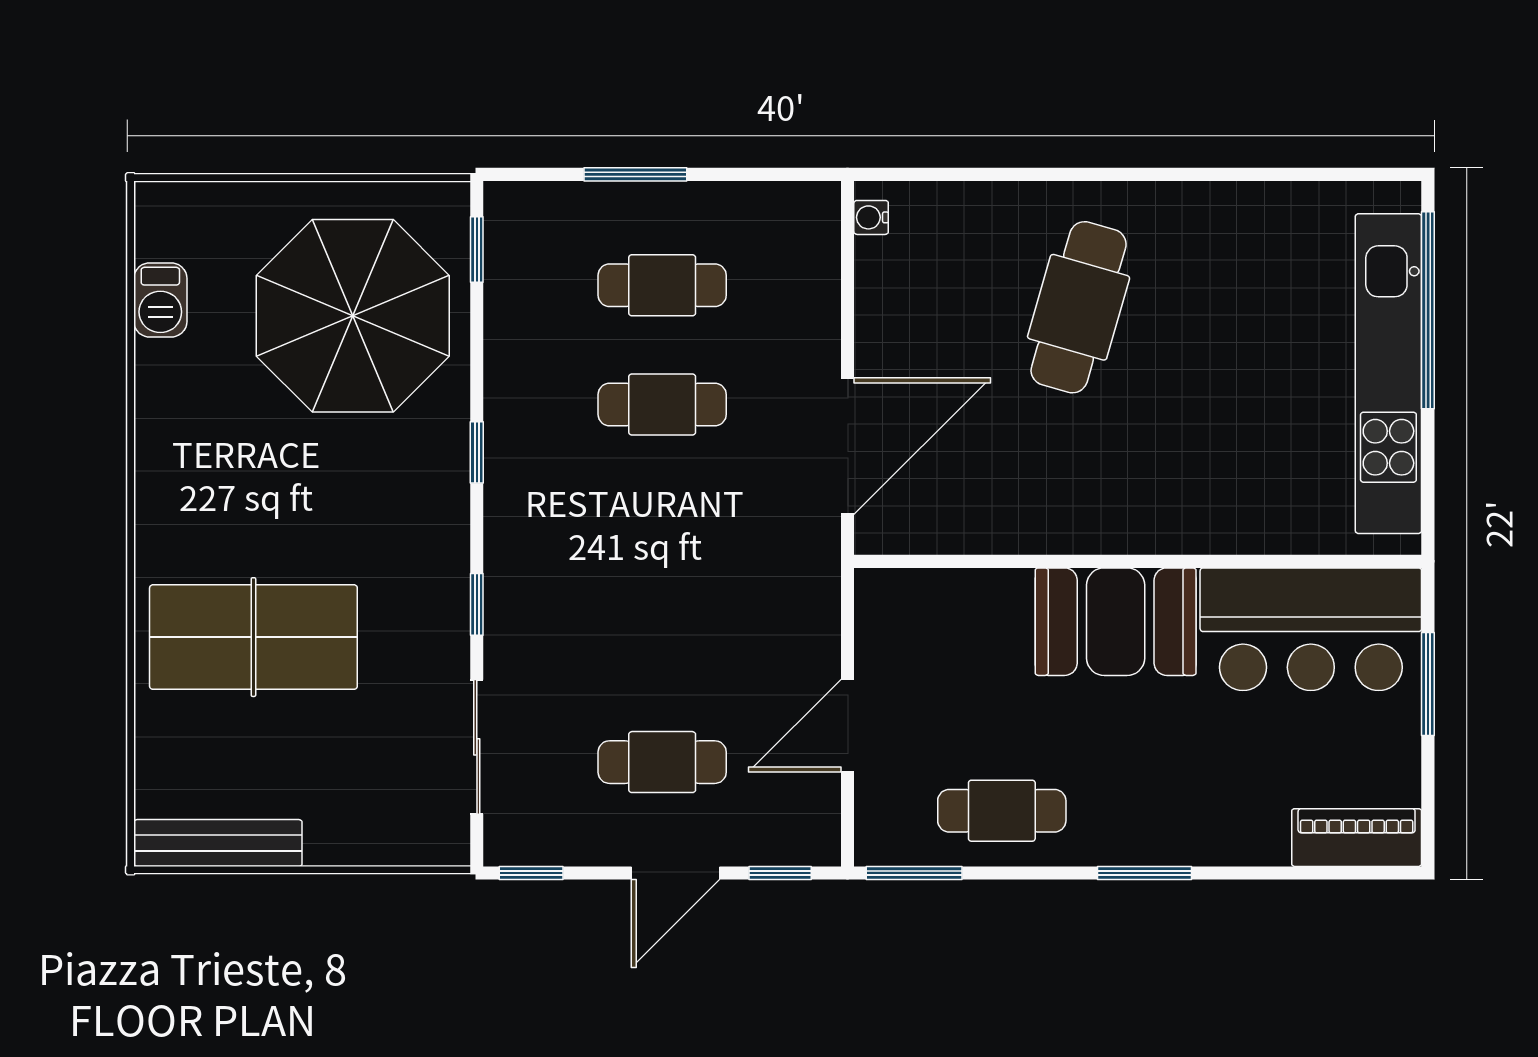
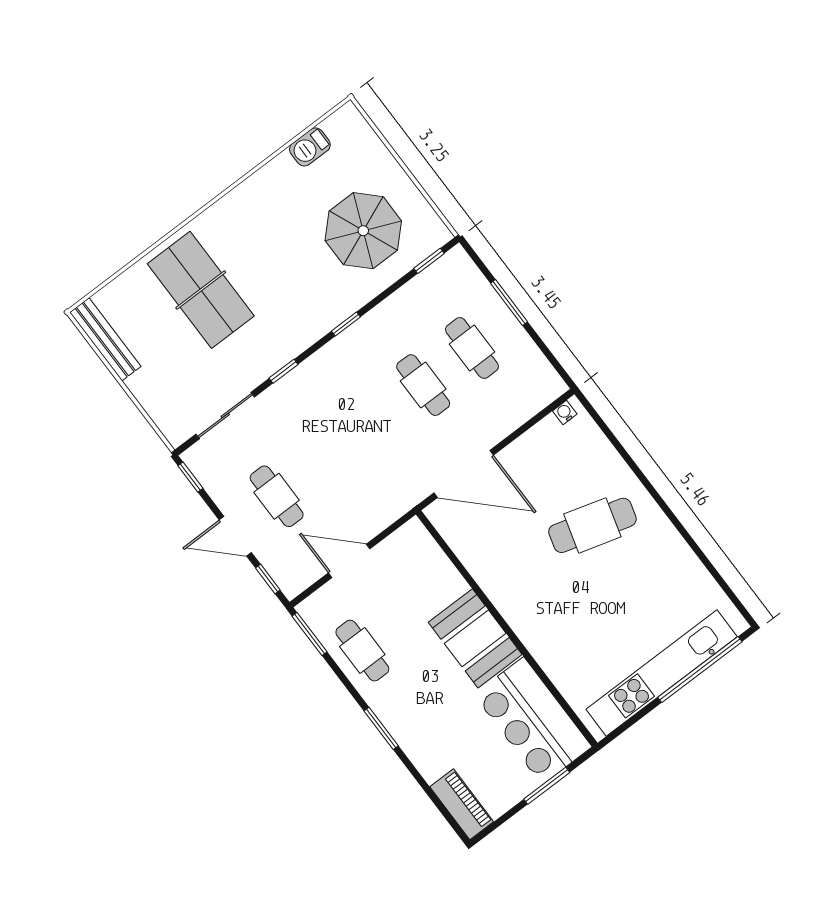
parasol: (353, 316) -> (363, 231), width x0.73, depth x0.73

